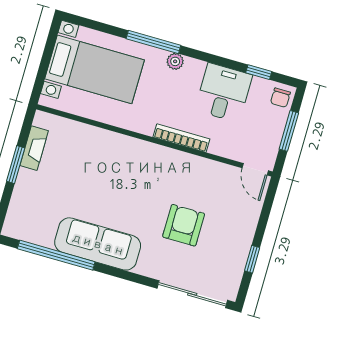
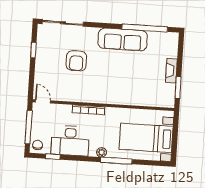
desk: (224, 93) -> (70, 141), width x1.37
window: (289, 131) -> (29, 127), width x1.44
fireplace: (34, 148) -> (171, 71), moved
window: (16, 165) -> (178, 88), moved

